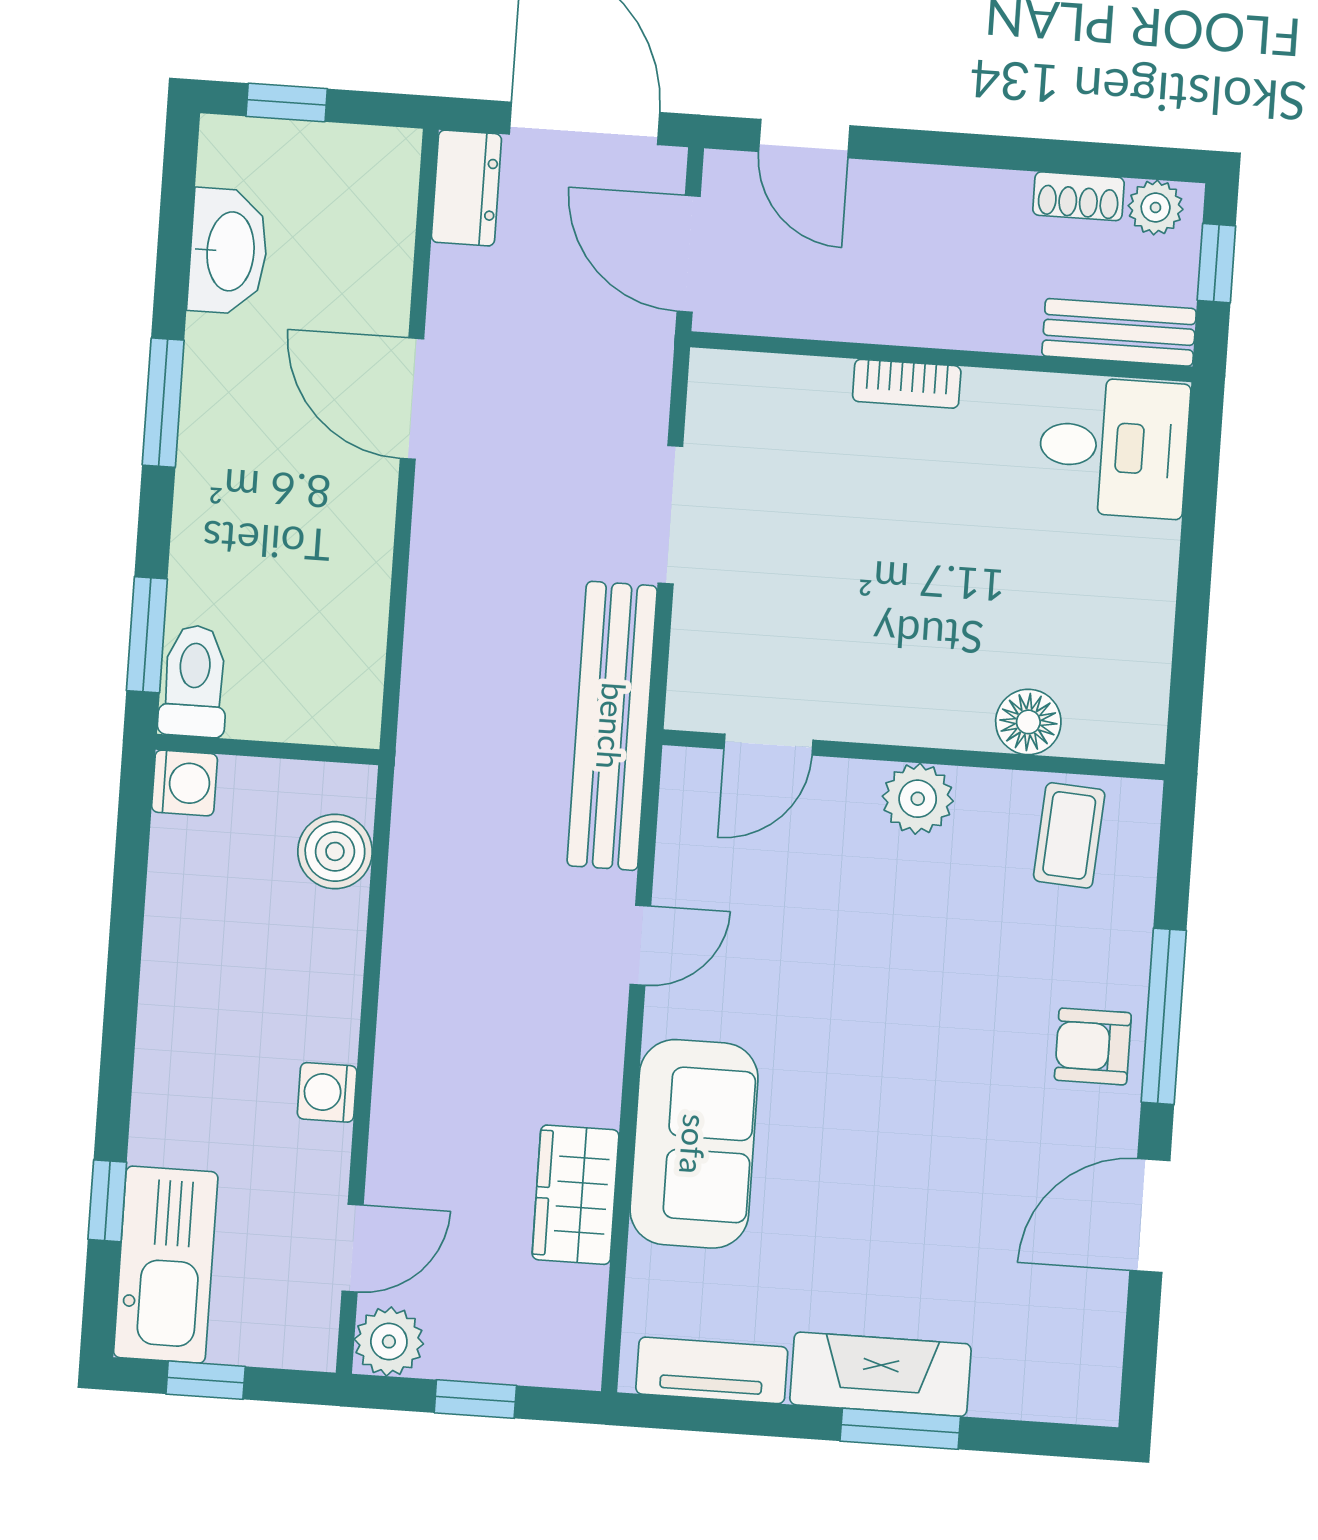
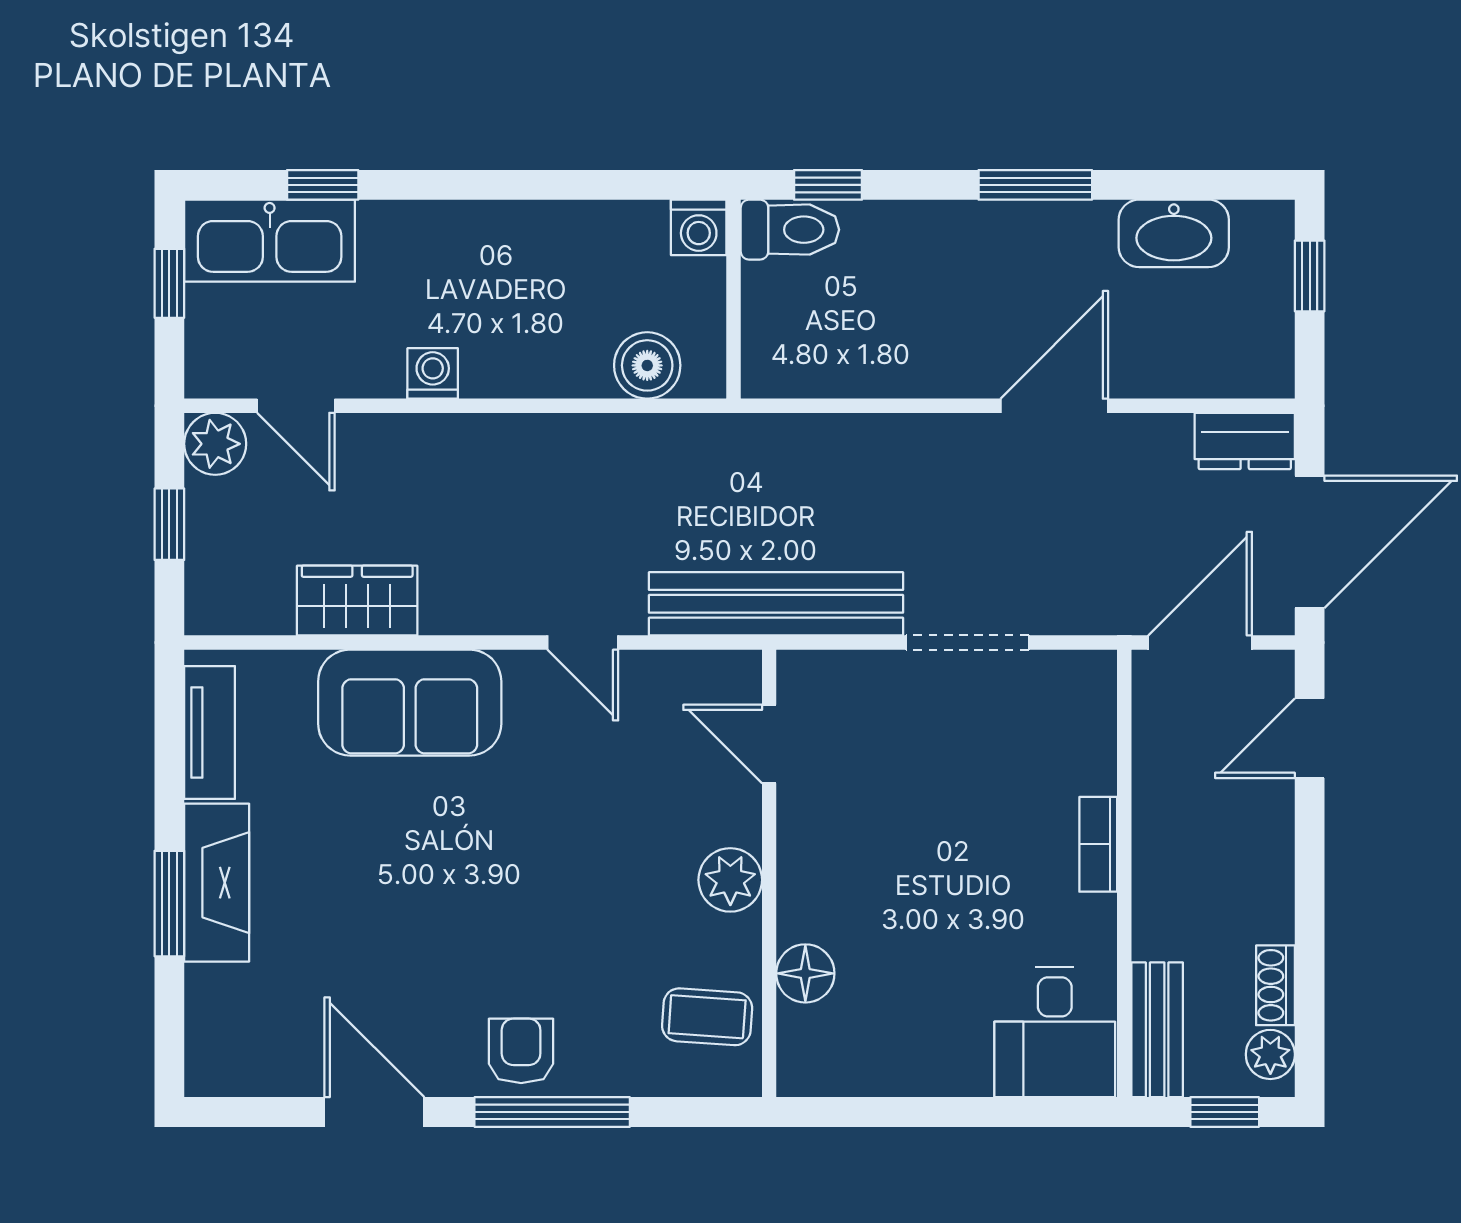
window: (147, 635) -> (828, 185), width x0.67

